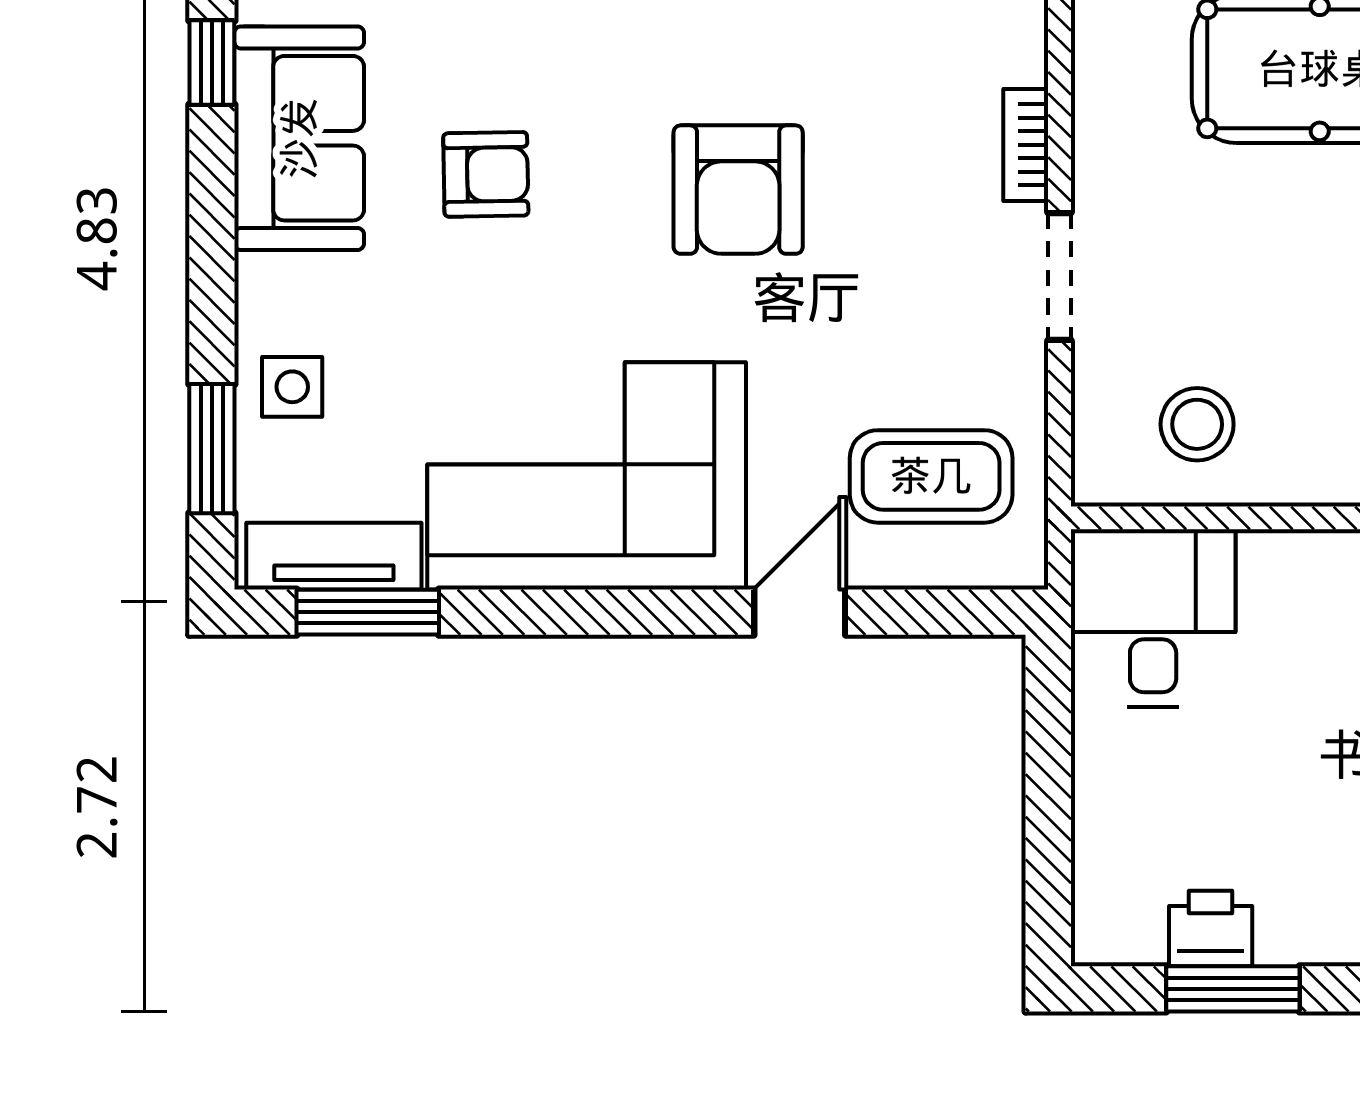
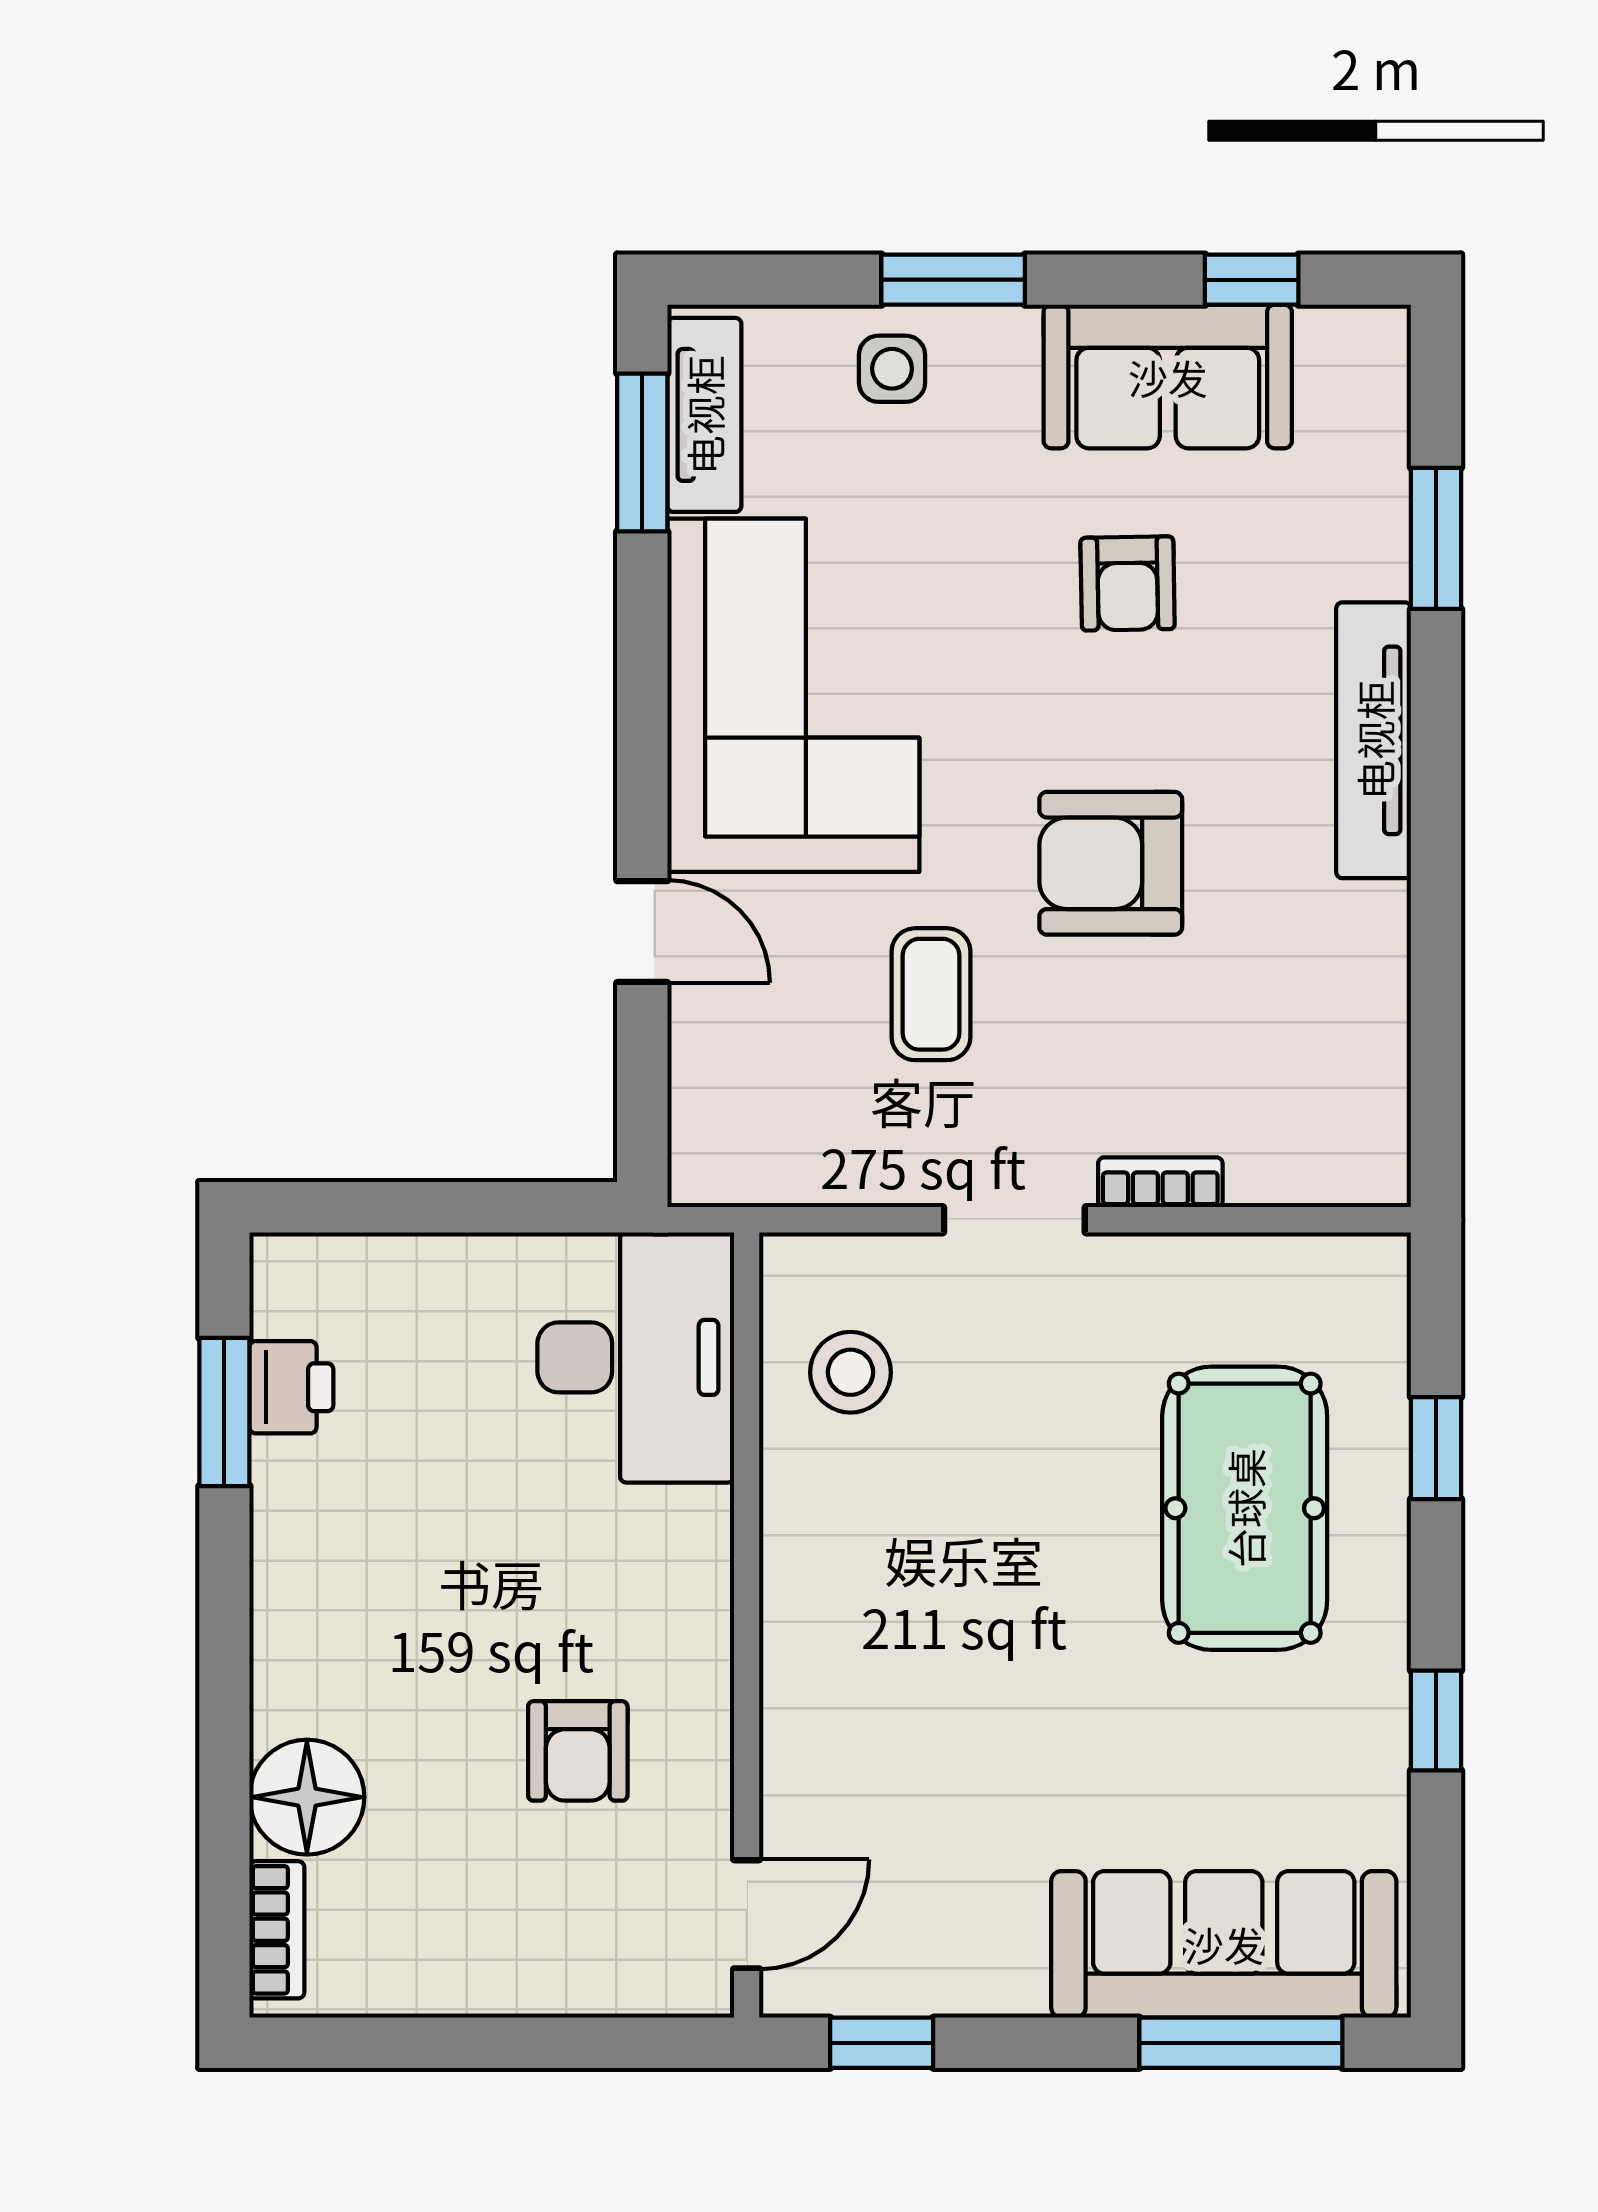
window: (212, 449) -> (953, 280), moved
coffee table: (931, 476) -> (931, 994), moved, width x0.73, depth x0.77
desk: (1153, 618) -> (636, 1357), width x1.37

